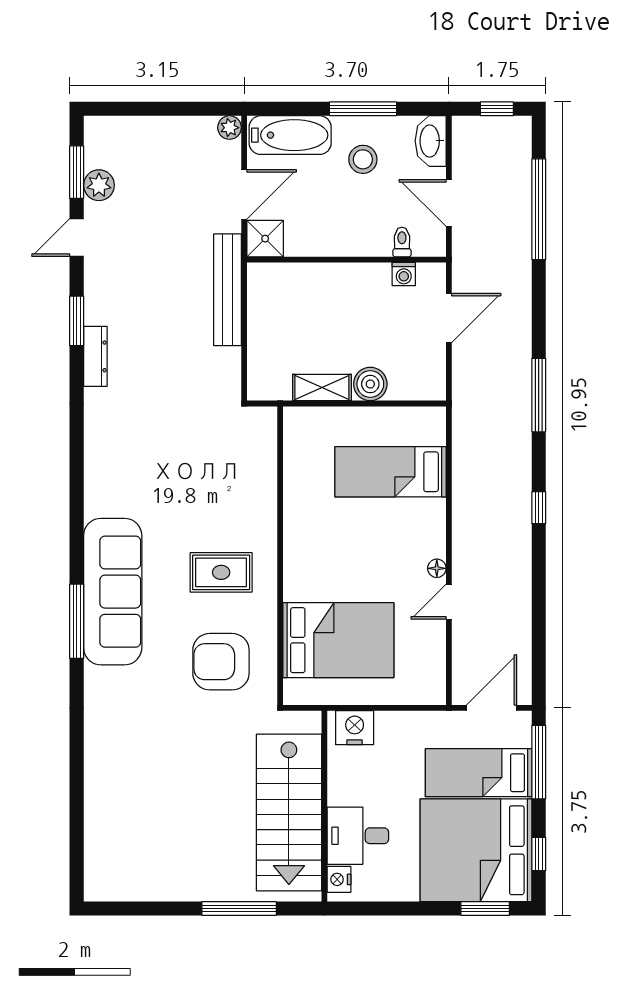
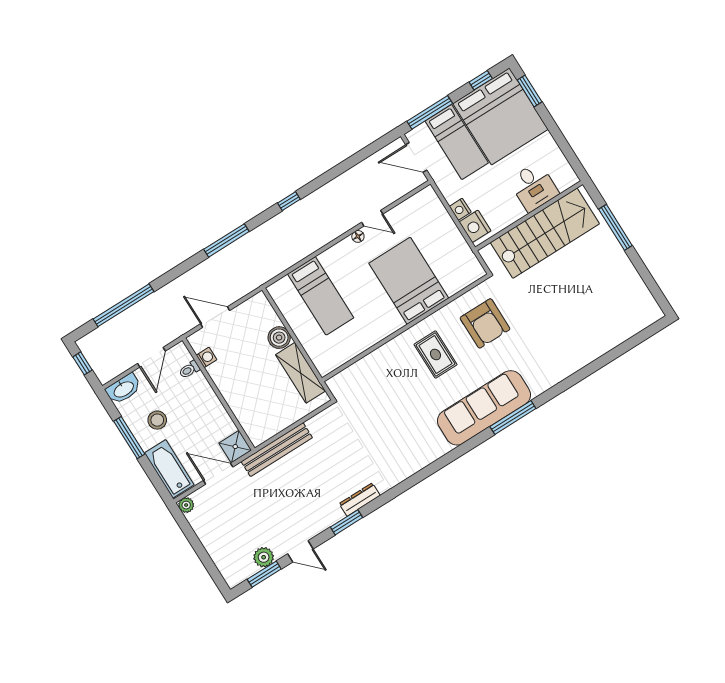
shelving: (322, 388) -> (301, 373), width x1.50, depth x1.33
bed: (338, 640) -> (409, 281), moved
nightstand: (339, 879) -> (460, 209), moved, turned 90

